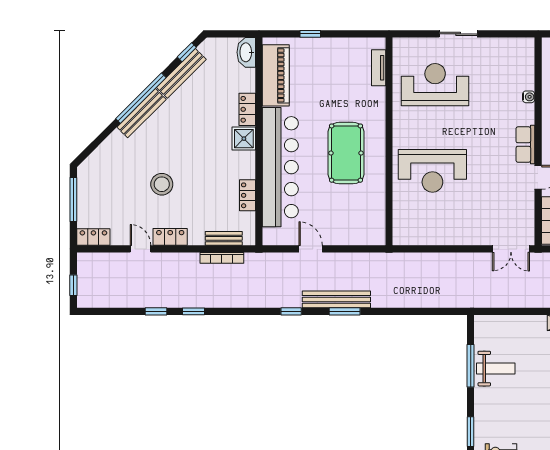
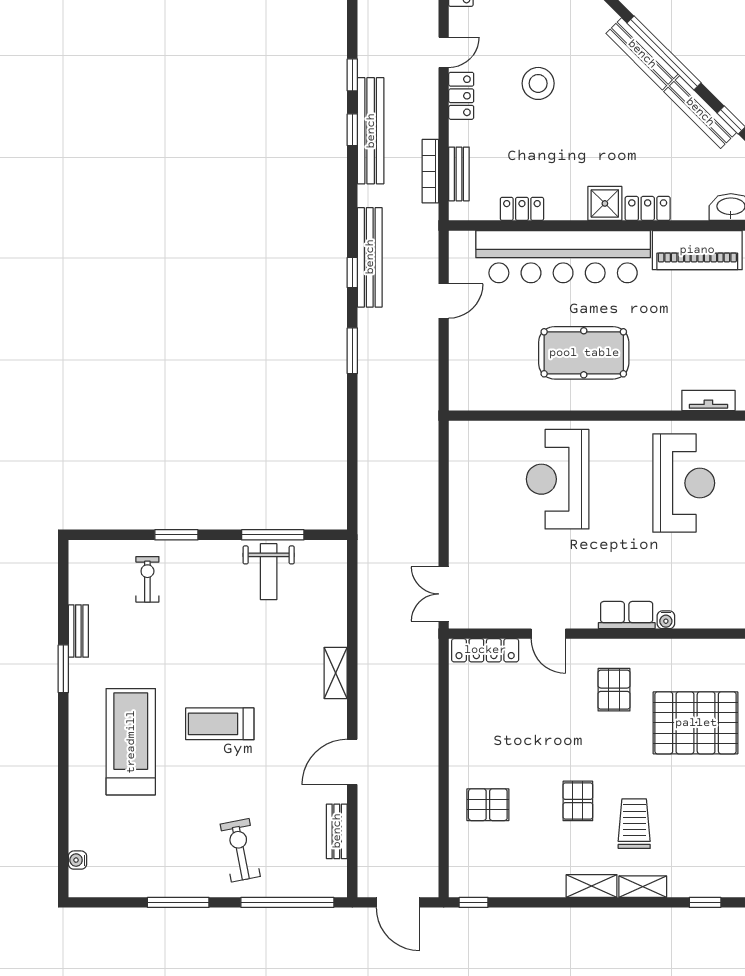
row of seats: (525, 145) -> (627, 615), moved
bench: (194, 299) -> (371, 131), added
bench: (336, 299) -> (370, 257), moved

